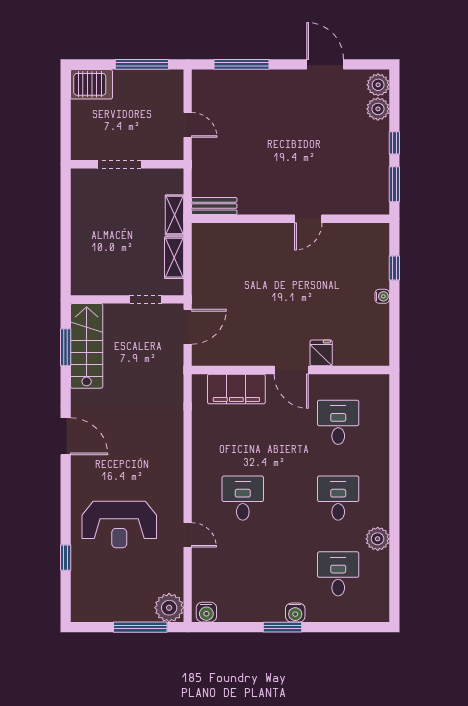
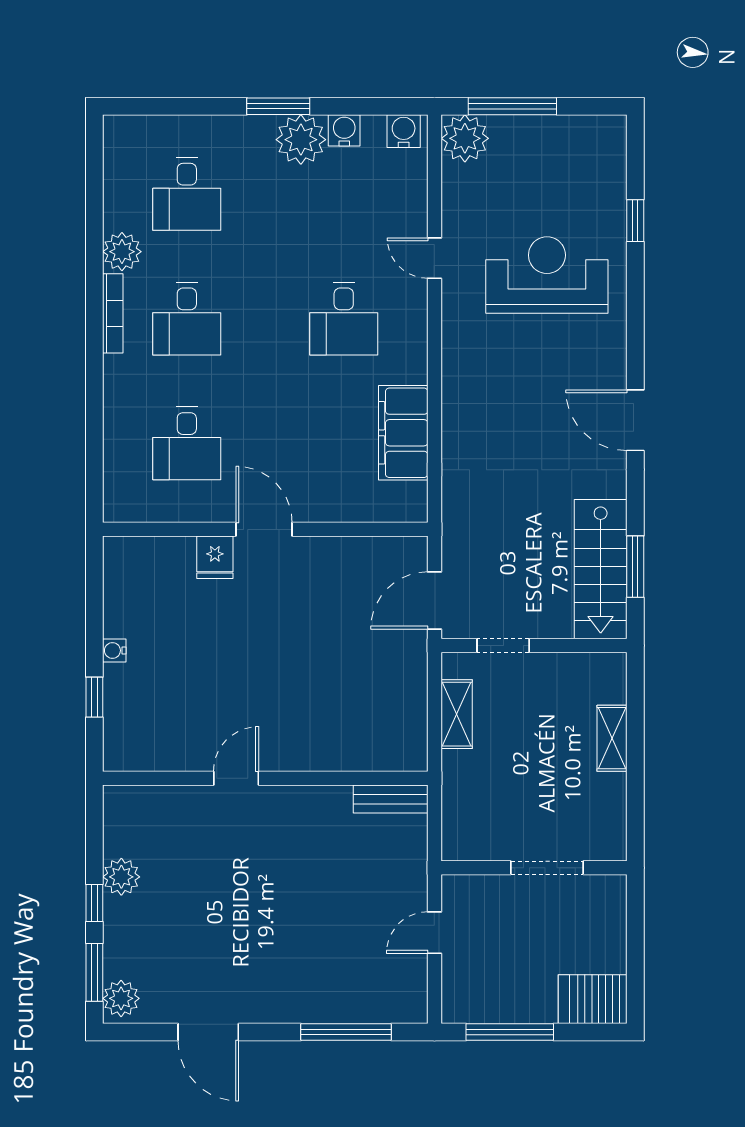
plant: (378, 109) -> (121, 877), moved
door: (188, 125) -> (434, 933), hinge flipped
window: (394, 184) -> (94, 972), moved
shelving: (175, 215) -> (612, 738), moved
filing cabinet: (236, 389) -> (403, 433), moved, turned -90
bookcase: (383, 501) -> (113, 313), added
plant: (269, 607) -> (301, 140), added
water cooler: (295, 613) -> (344, 130), moved

